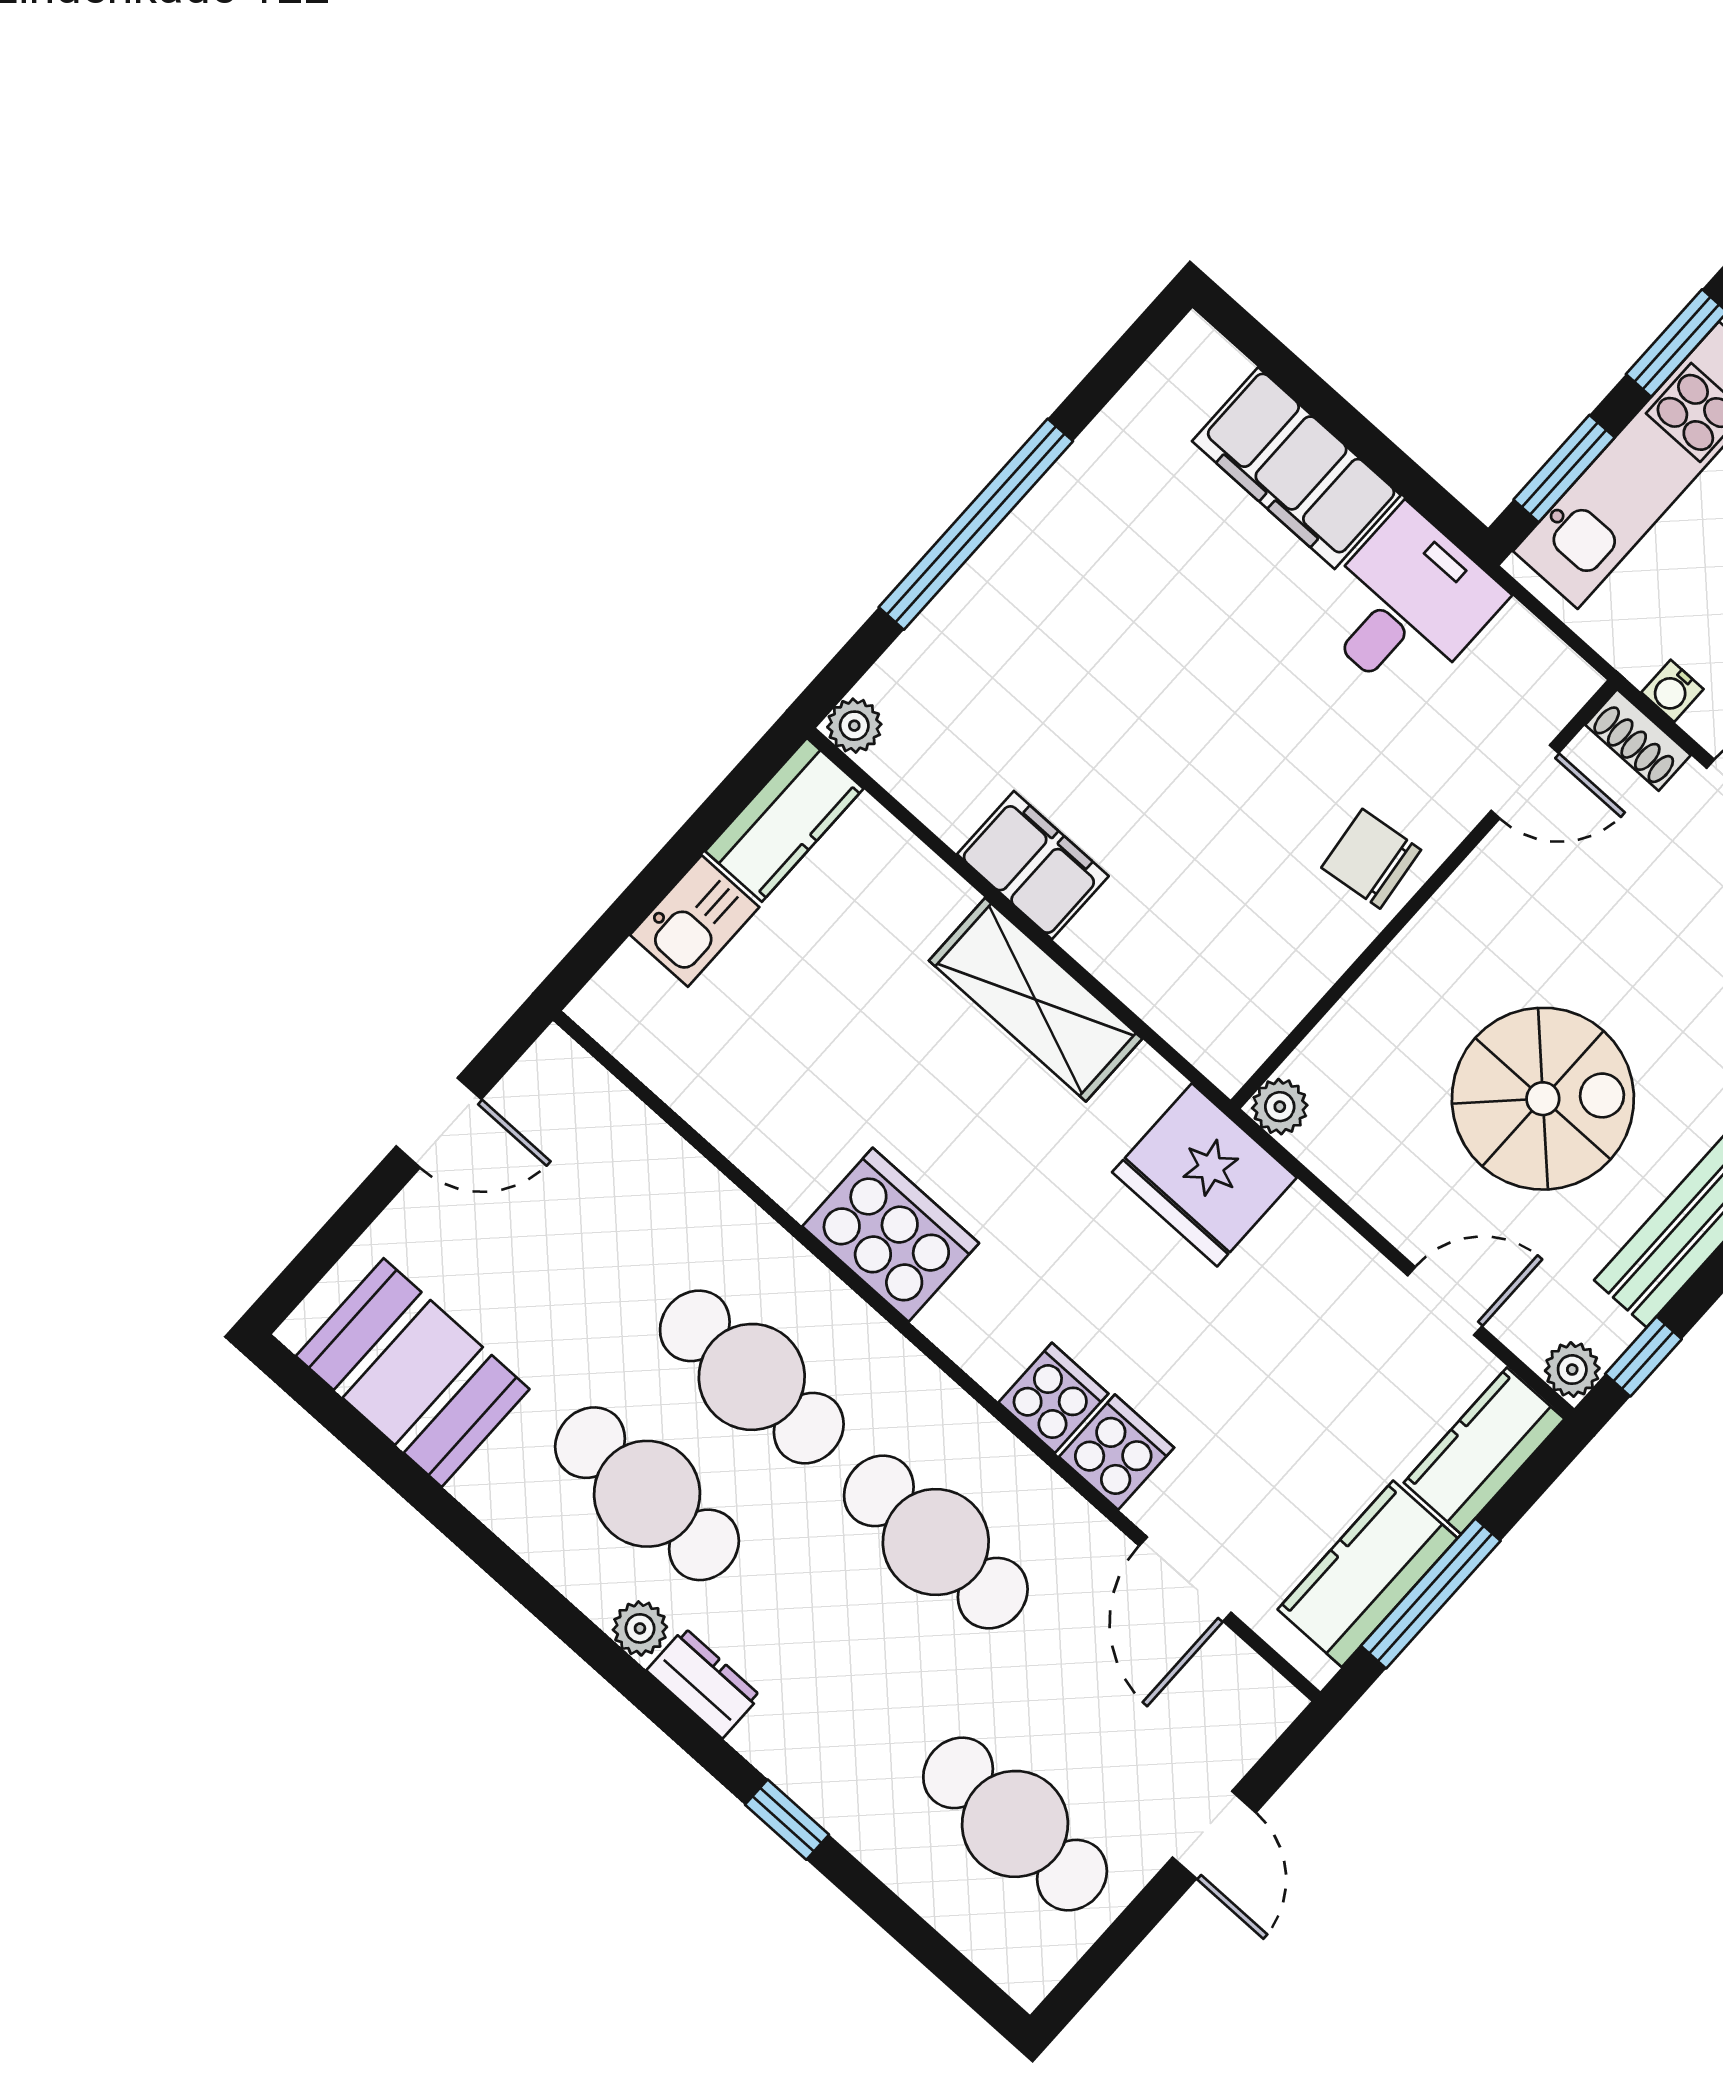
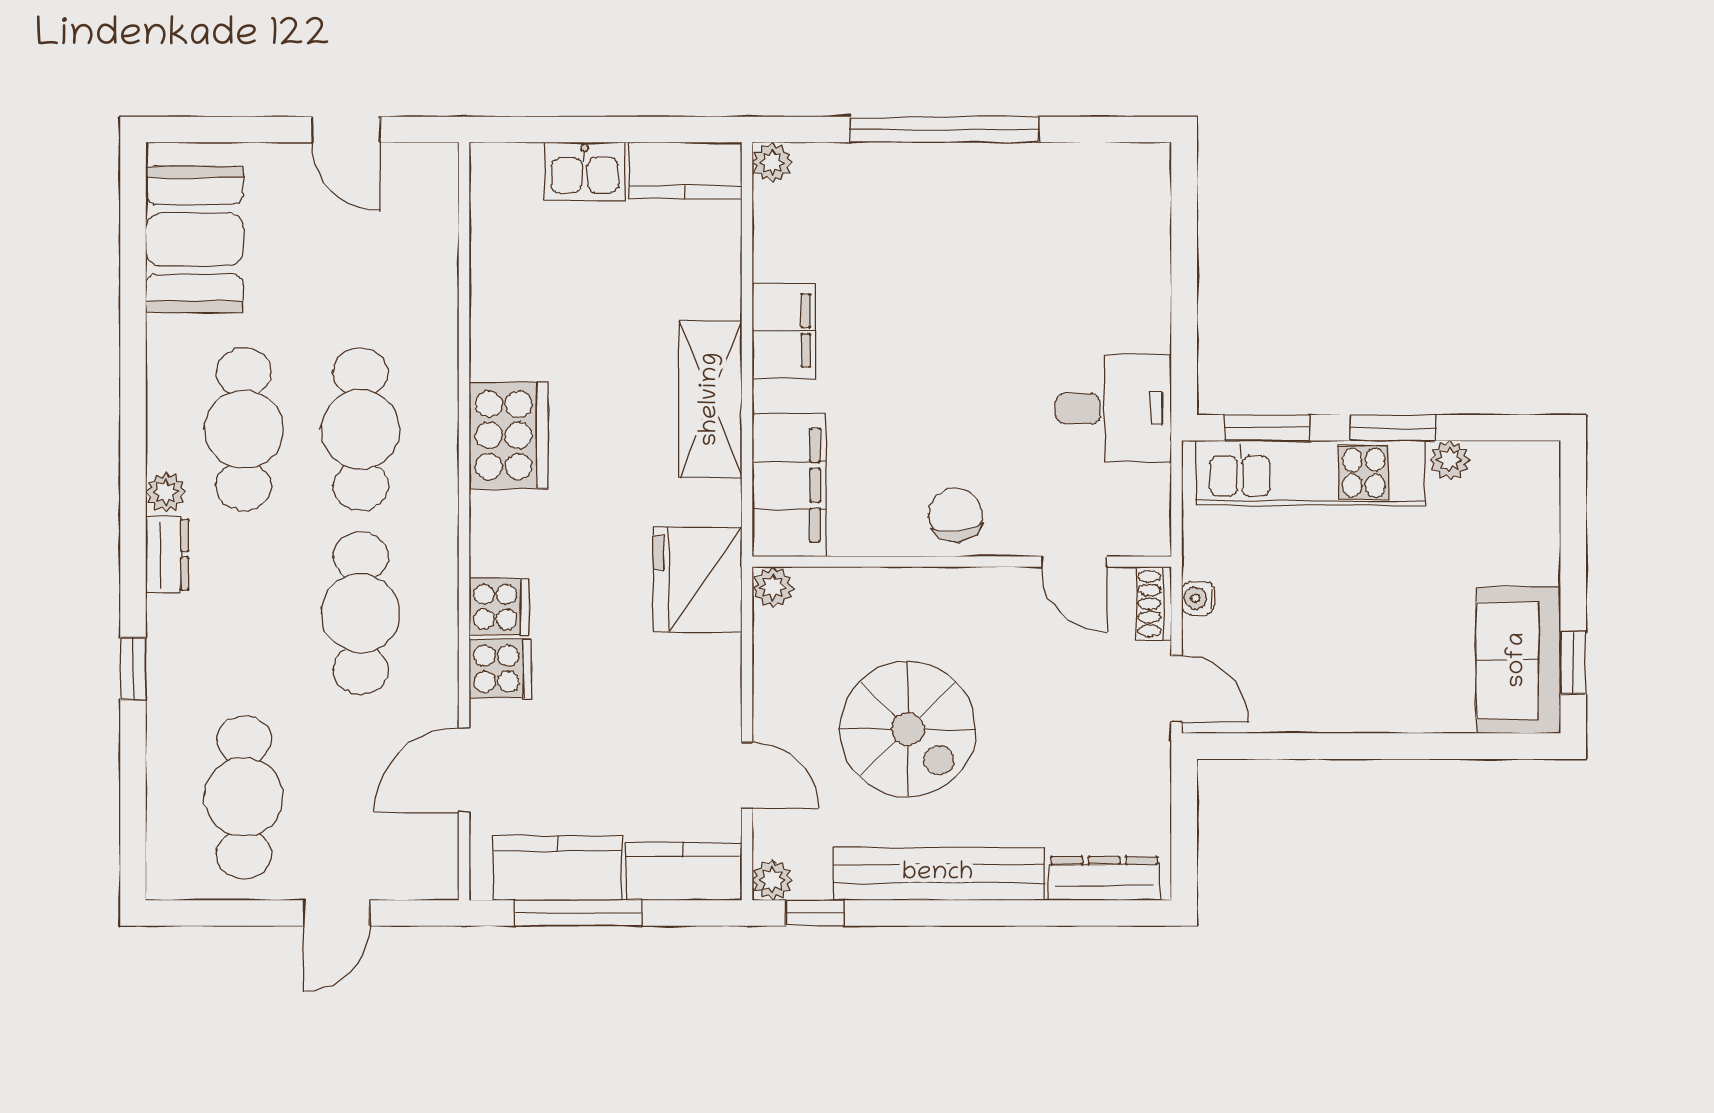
filing cabinet: (1296, 468) -> (789, 485), moved, turned 180

